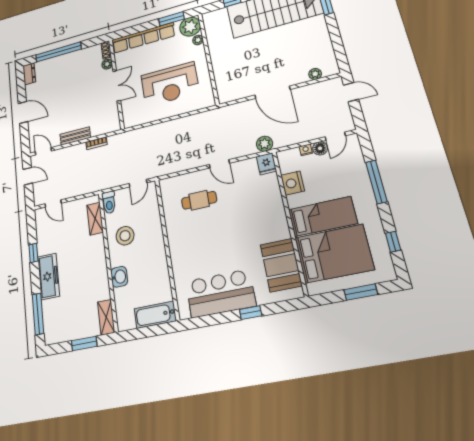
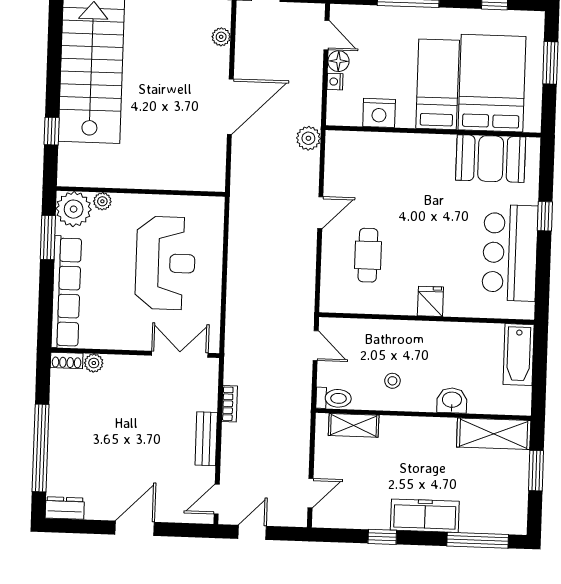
double door: (117, 86) -> (180, 354), moved
fridge: (266, 164) -> (430, 301), moved, turned -90
stool: (125, 236) -> (392, 381), width x0.53, depth x0.53
shelving: (106, 317) -> (494, 434), width x1.50, depth x1.33

